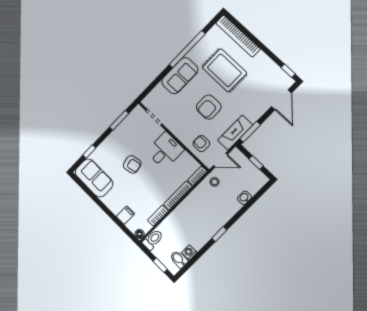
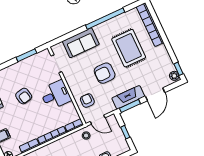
sofa: (180, 76) -> (81, 43), moved
plant: (286, 80) -> (174, 76), added
door: (282, 100) -> (155, 94), moved
fireplace: (235, 133) -> (128, 97), moved

